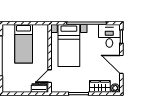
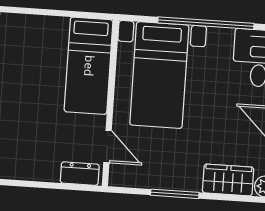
bed: (24, 44) -> (89, 66), moved
door: (50, 76) -> (107, 147), swing flipped

